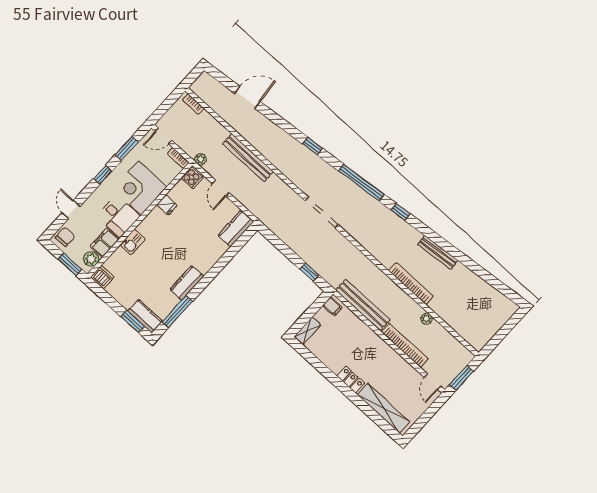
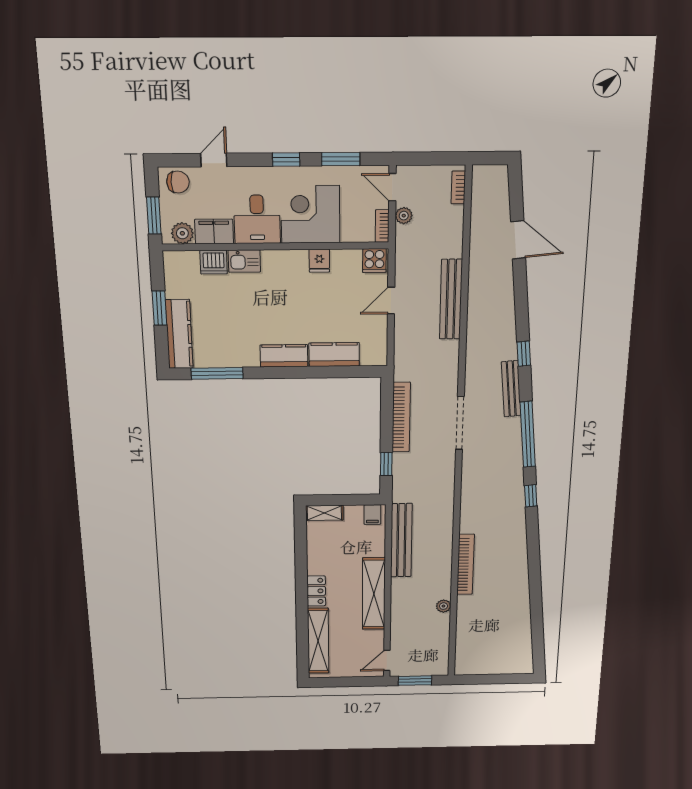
plant: (201, 159) -> (404, 216), moved
kitchen counter: (236, 228) -> (334, 355), moved
bench: (438, 252) -> (511, 389), moved
dishwasher: (102, 277) -> (214, 262), moved, turned 90
kitchen counter: (187, 283) -> (284, 356), moved
kitchen counter: (145, 316) -> (179, 334), width x1.50
window: (133, 322) -> (159, 308), moved
bookcase: (405, 345) -> (401, 417), moved
shelving: (382, 350) -> (374, 594), added

